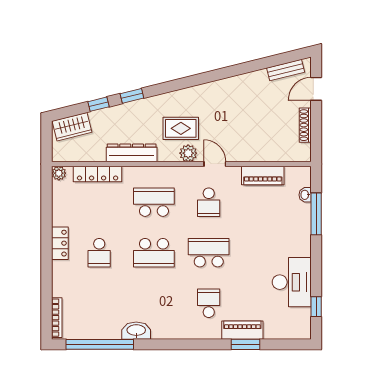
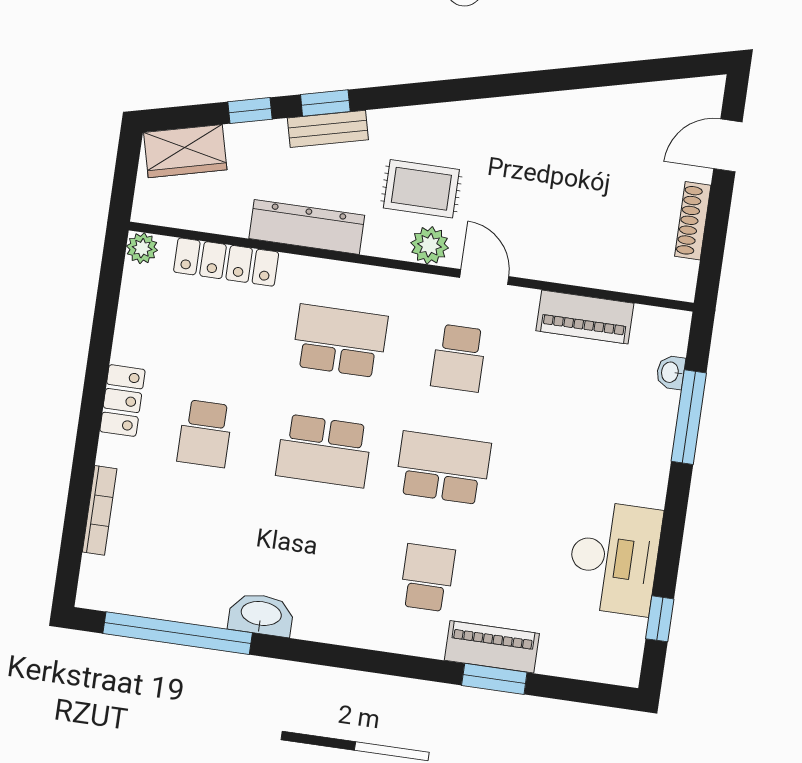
bench: (286, 70) -> (328, 129), moved
bookcase: (57, 318) -> (100, 510), moved

